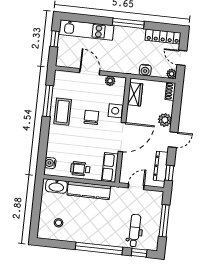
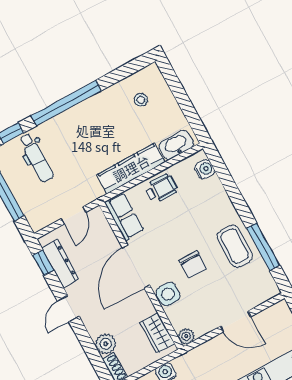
plant: (110, 81) -> (186, 336), moved
plant: (165, 120) -> (106, 344), moved

